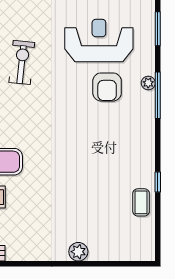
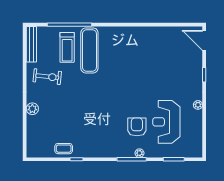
reception desk: (99, 40) -> (166, 122), turned 180
exercise bike: (22, 62) -> (47, 77), moved
armchair: (107, 87) -> (137, 127), turned 90

